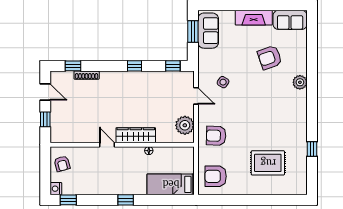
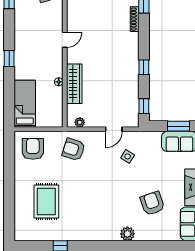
plant: (185, 125) -> (80, 122), width x0.53, depth x0.53
wardrobe: (136, 135) -> (74, 84), moved
armchair: (216, 136) -> (74, 149), turned -74

